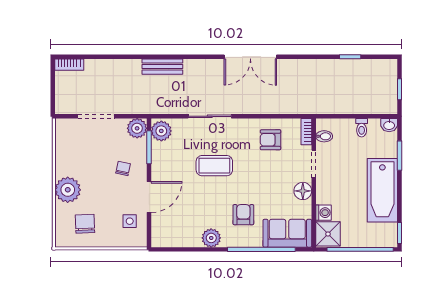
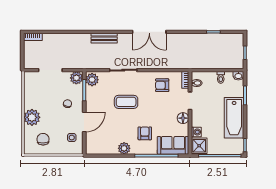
bench: (162, 67) -> (104, 38), moved

